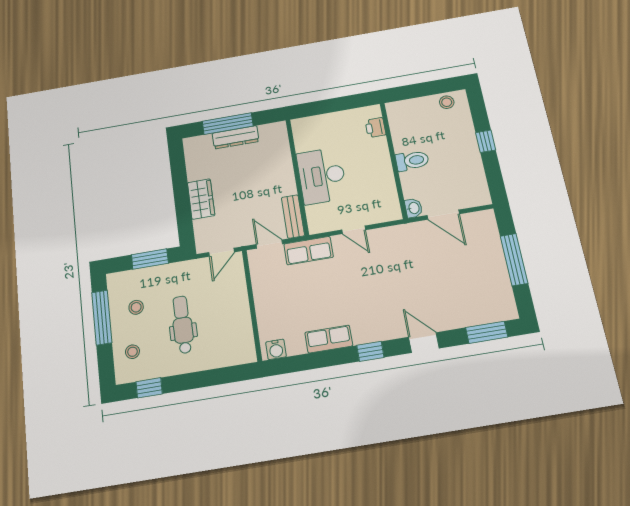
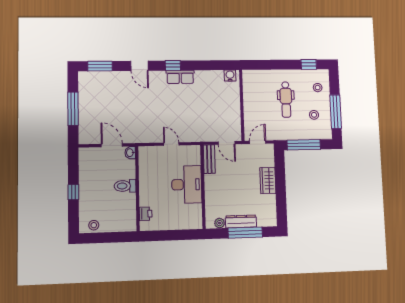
plant: (266, 131) -> (220, 223), added
row of seats: (308, 251) -> (202, 135), removed
window: (150, 259) -> (304, 145), width x1.44
row of seats: (329, 339) -> (180, 77), moved

